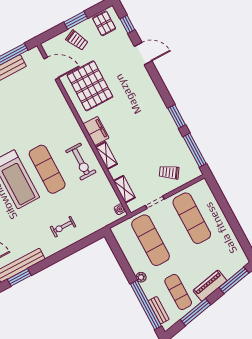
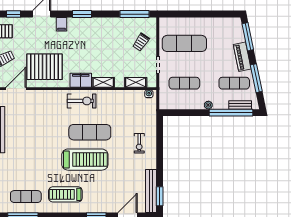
filing cabinet: (144, 80) -> (62, 24), added
window: (177, 116) -> (82, 14), moved
exercise bike: (81, 162) -> (82, 101), moved
exercise mat: (151, 240) -> (184, 83), width x0.73, depth x0.69

